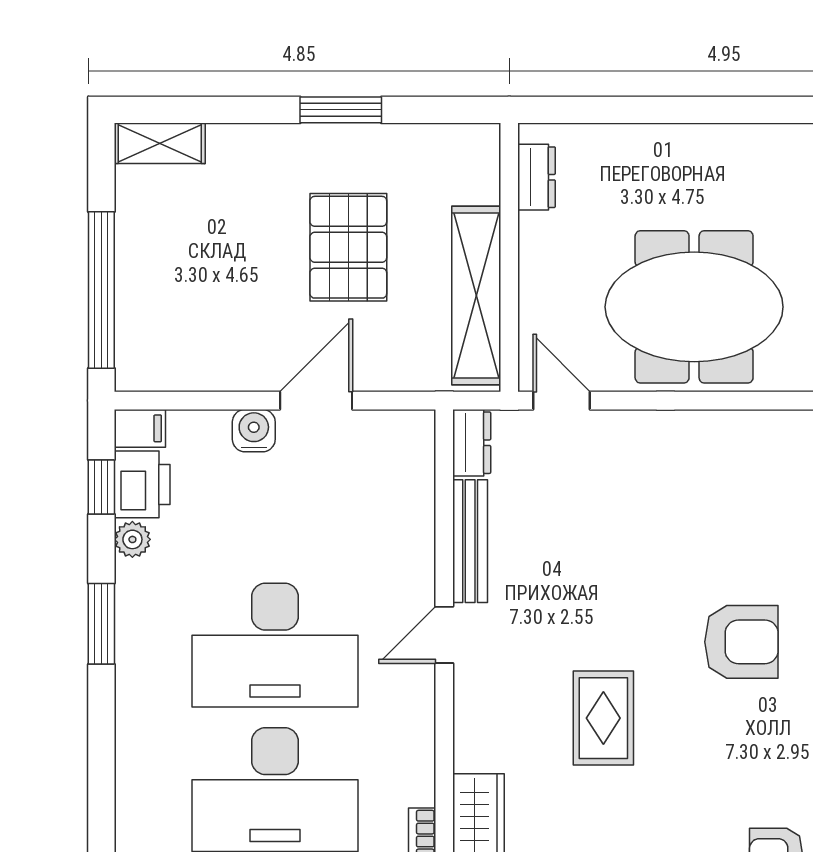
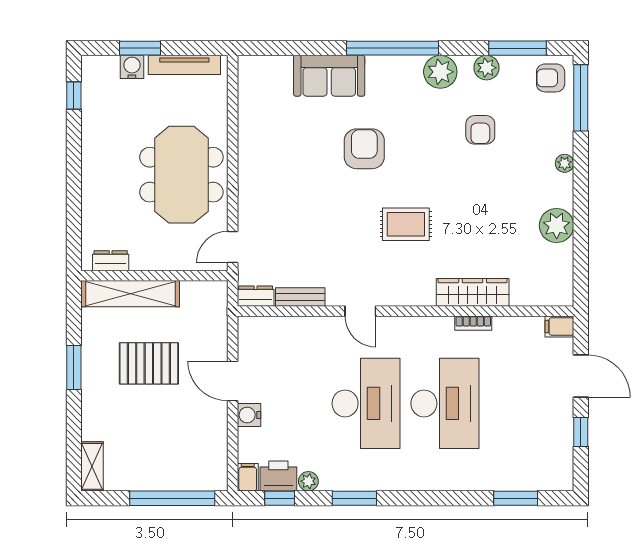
shelving: (476, 296) -> (130, 294), moved
bench: (470, 541) -> (300, 297), width x0.73

